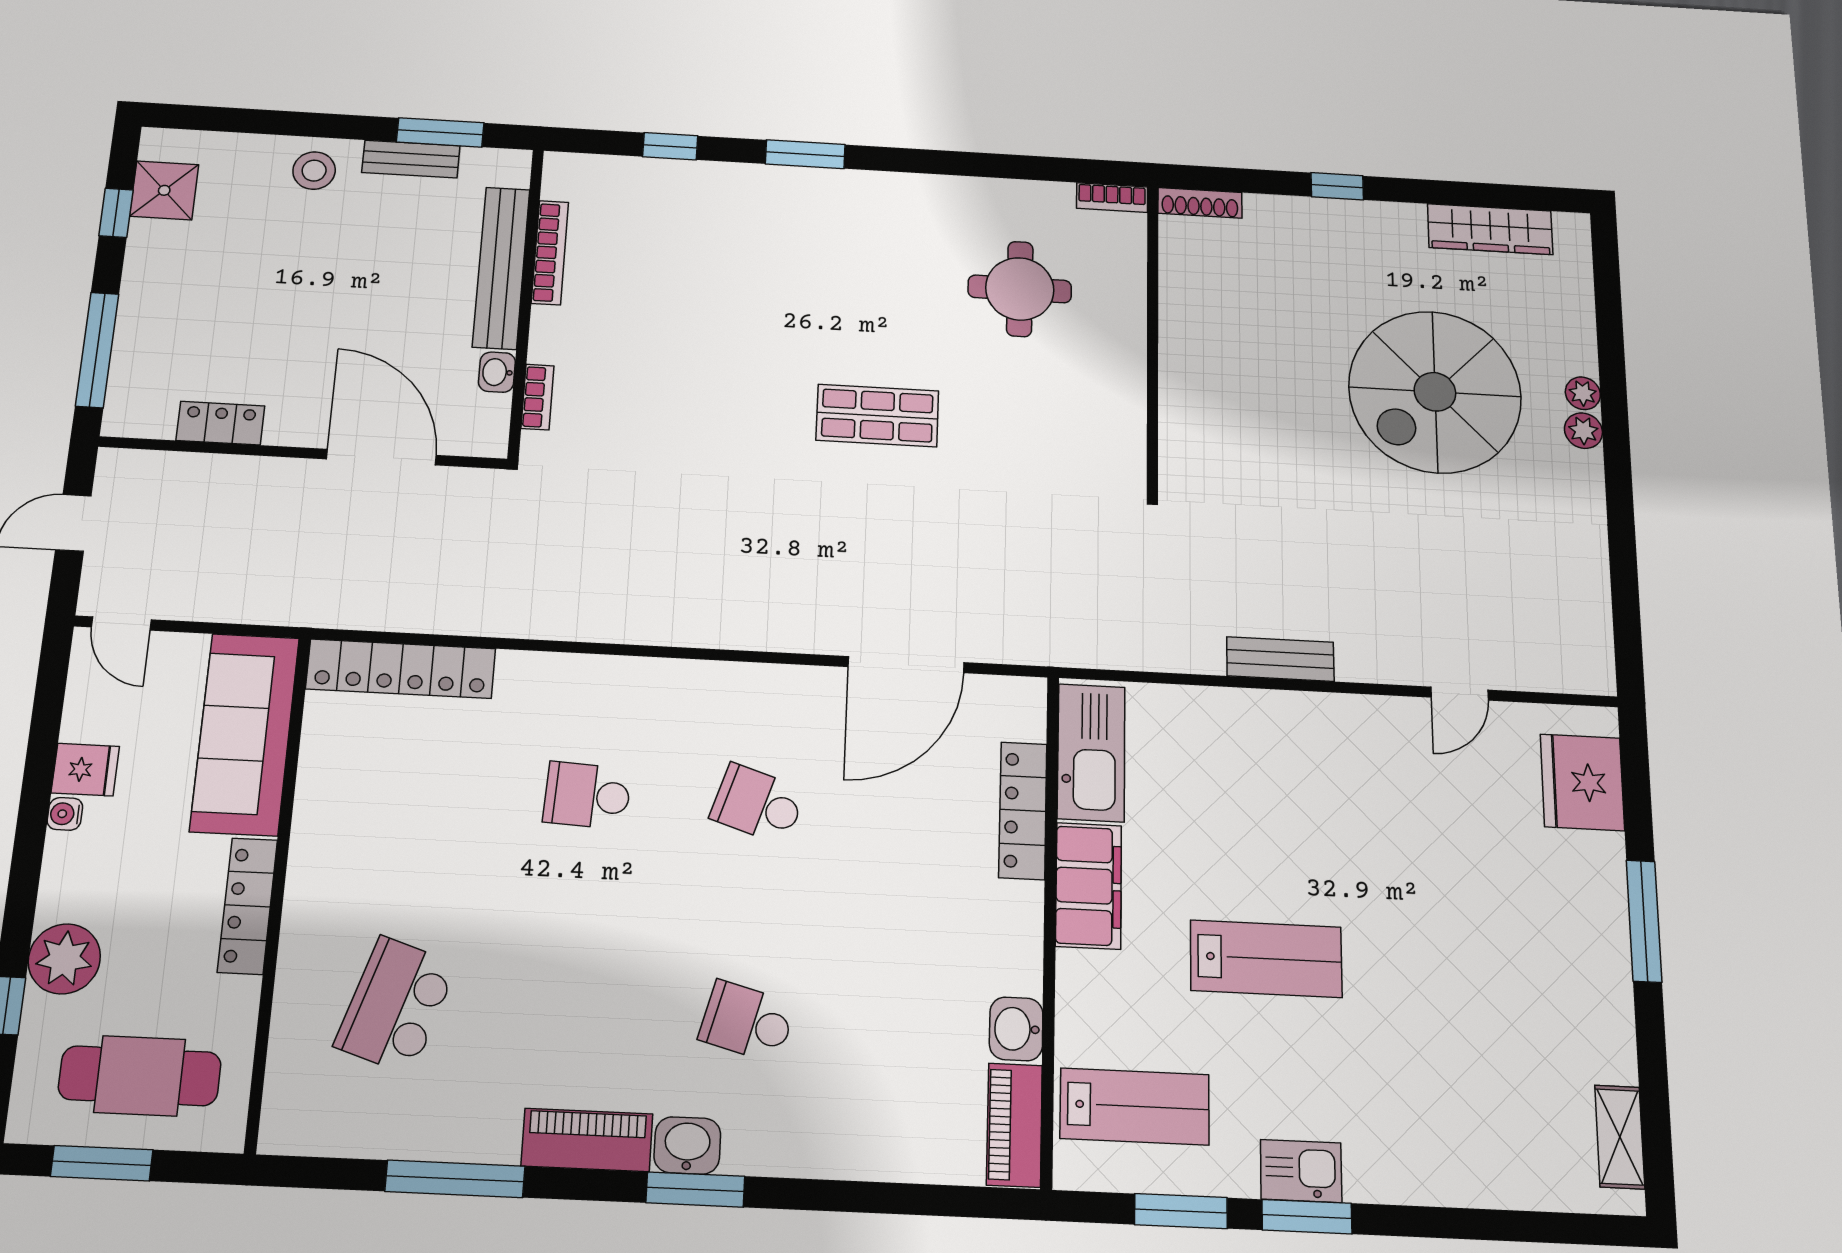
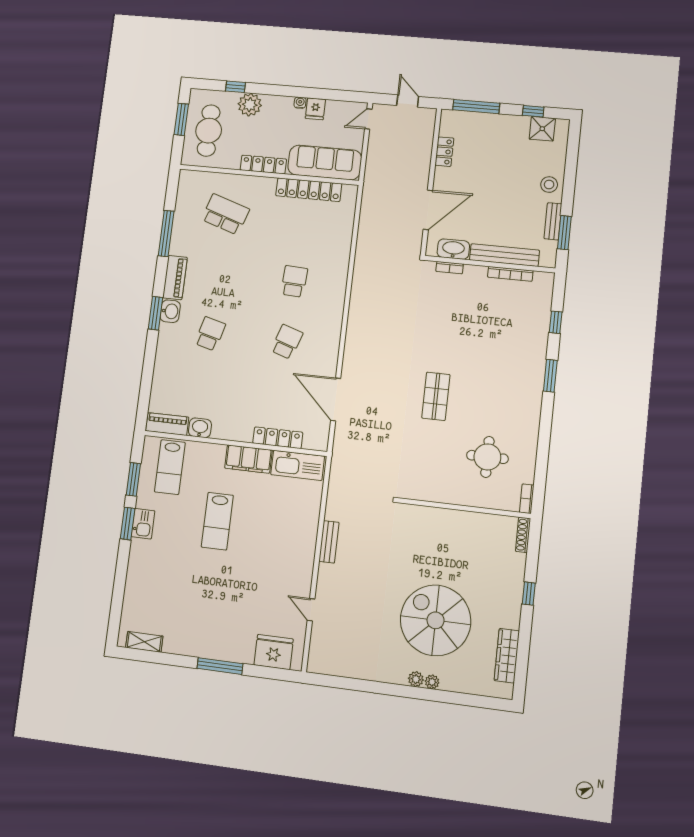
washbasin: (497, 372) -> (453, 249), width x1.91, depth x1.45
locker: (401, 669) -> (309, 190), moved, turned -90

